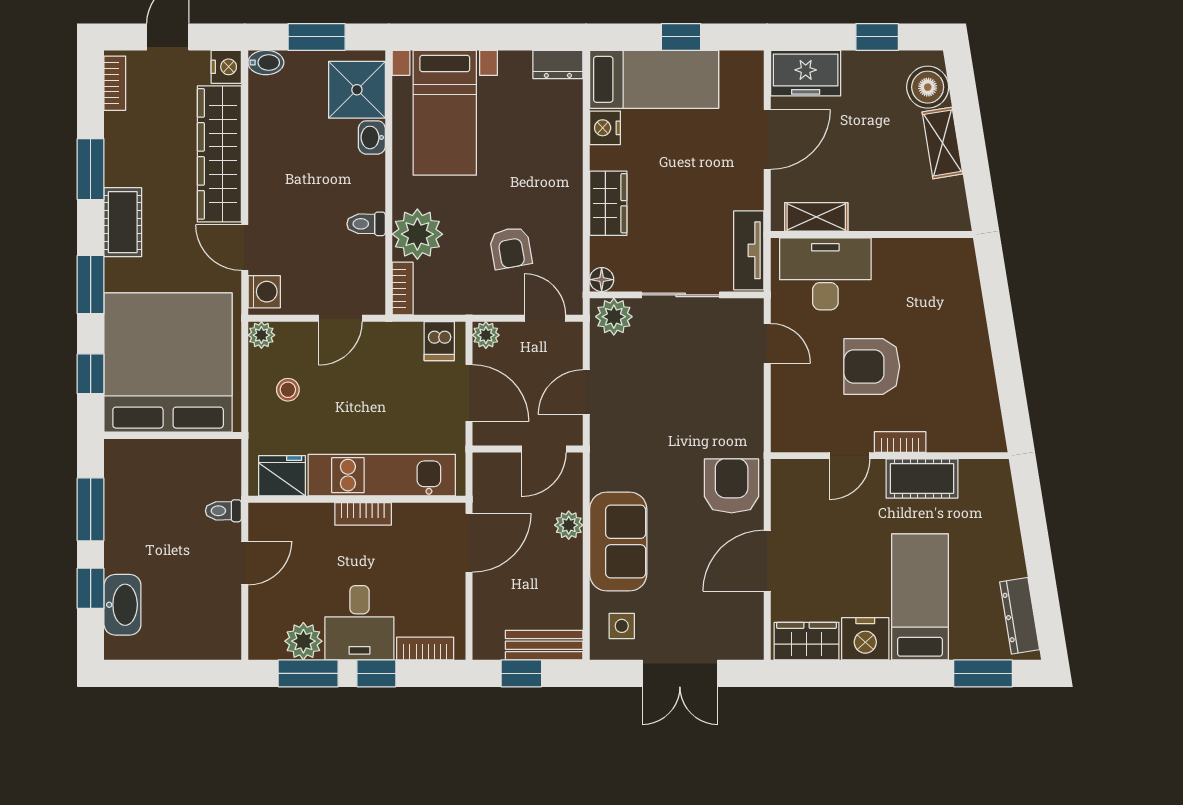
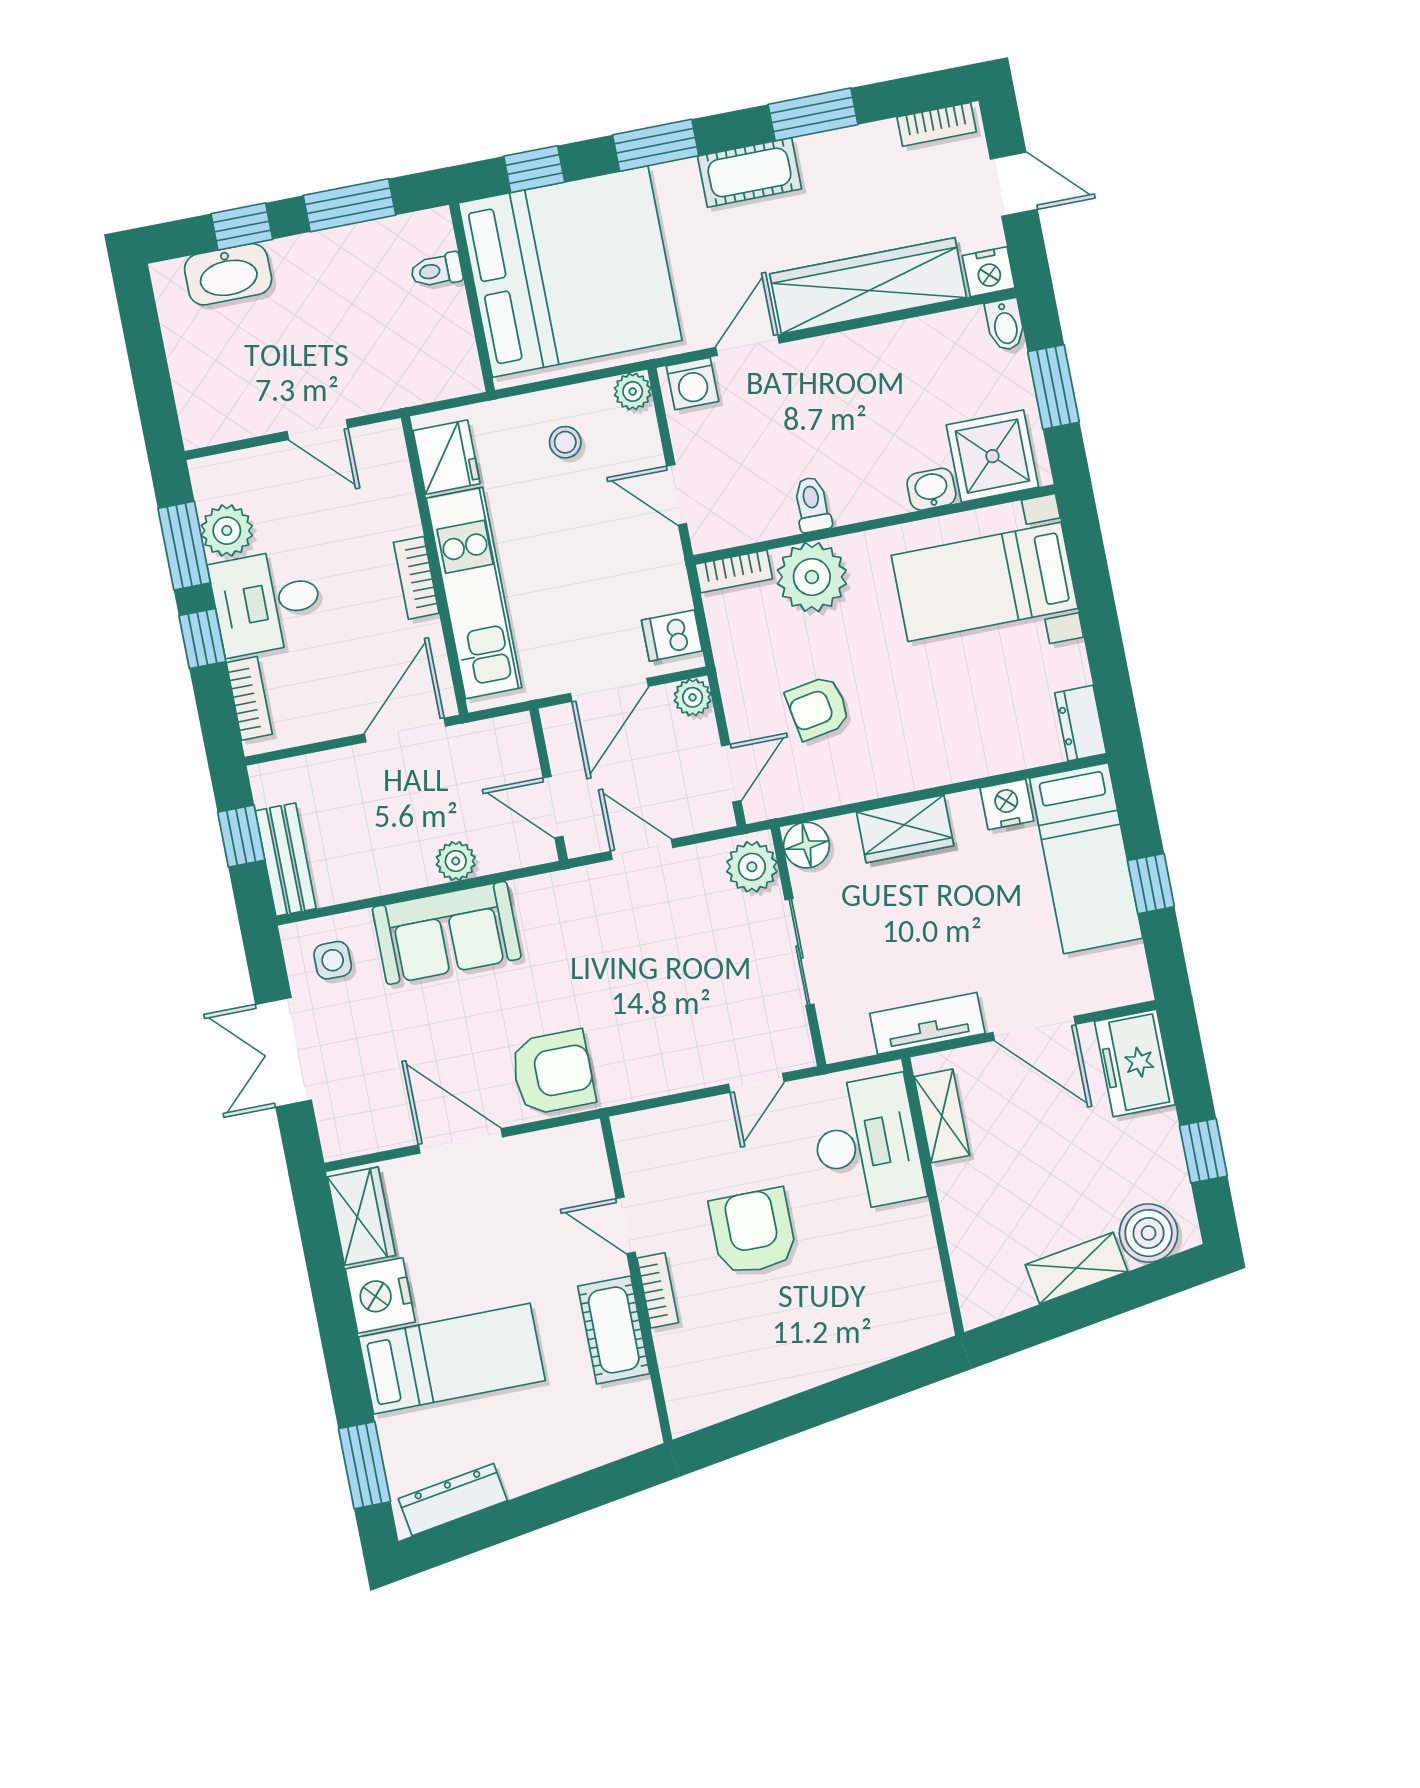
tv unit: (749, 250) -> (927, 1023), moved
floor lamp: (602, 280) -> (807, 845), width x1.37, depth x1.37
toilet: (223, 511) -> (437, 270), moved, turned -90
door: (469, 543) -> (405, 730), swing flipped

